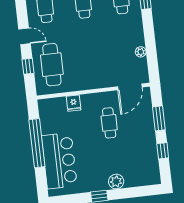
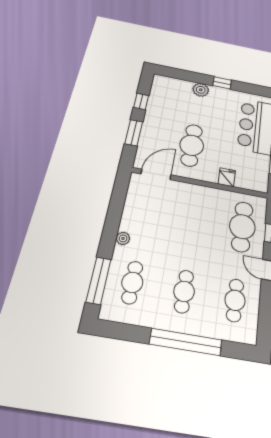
plant: (141, 52) -> (123, 238), moved
cafe table: (109, 123) -> (192, 145), width x1.37, depth x1.35

